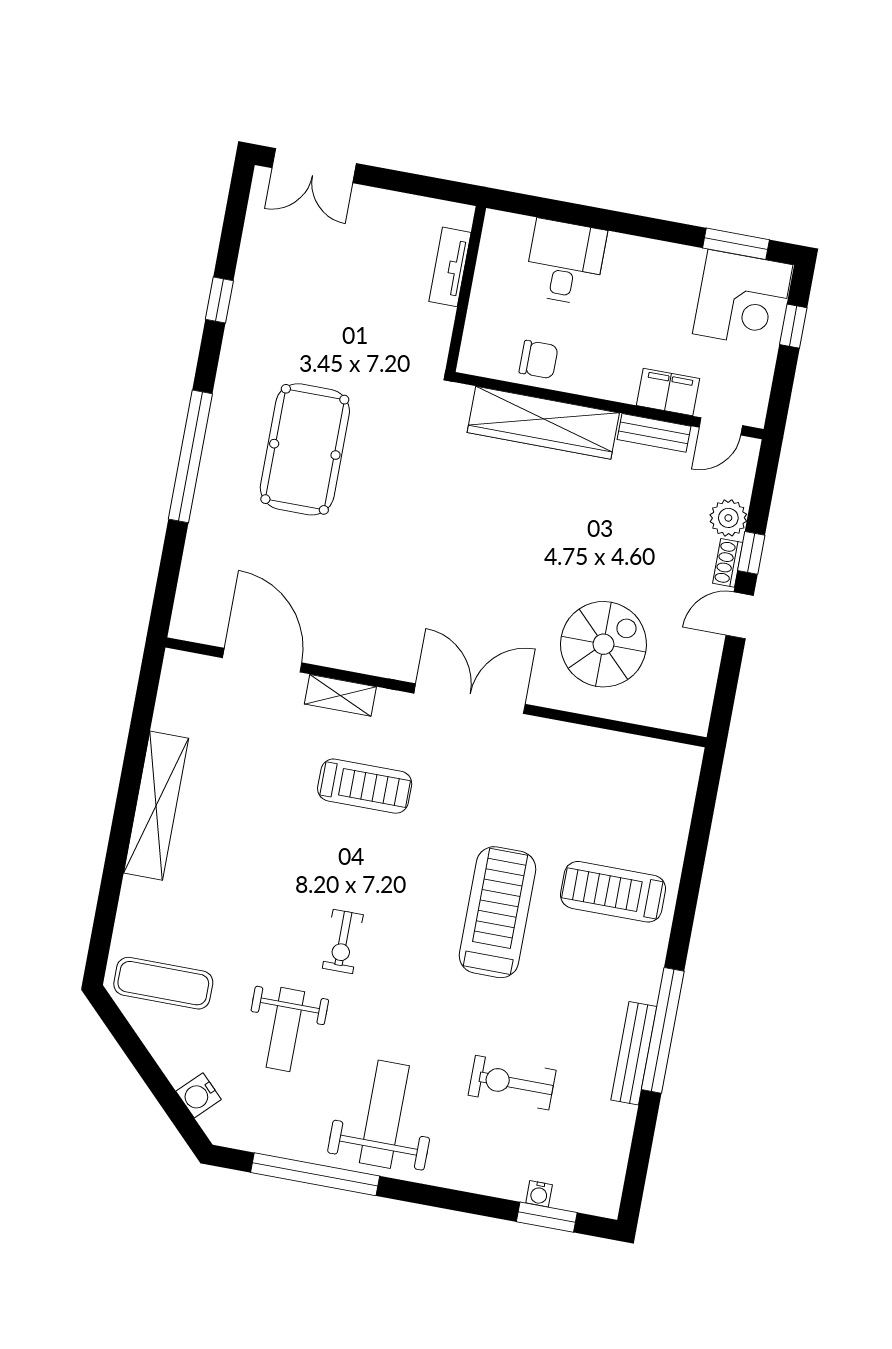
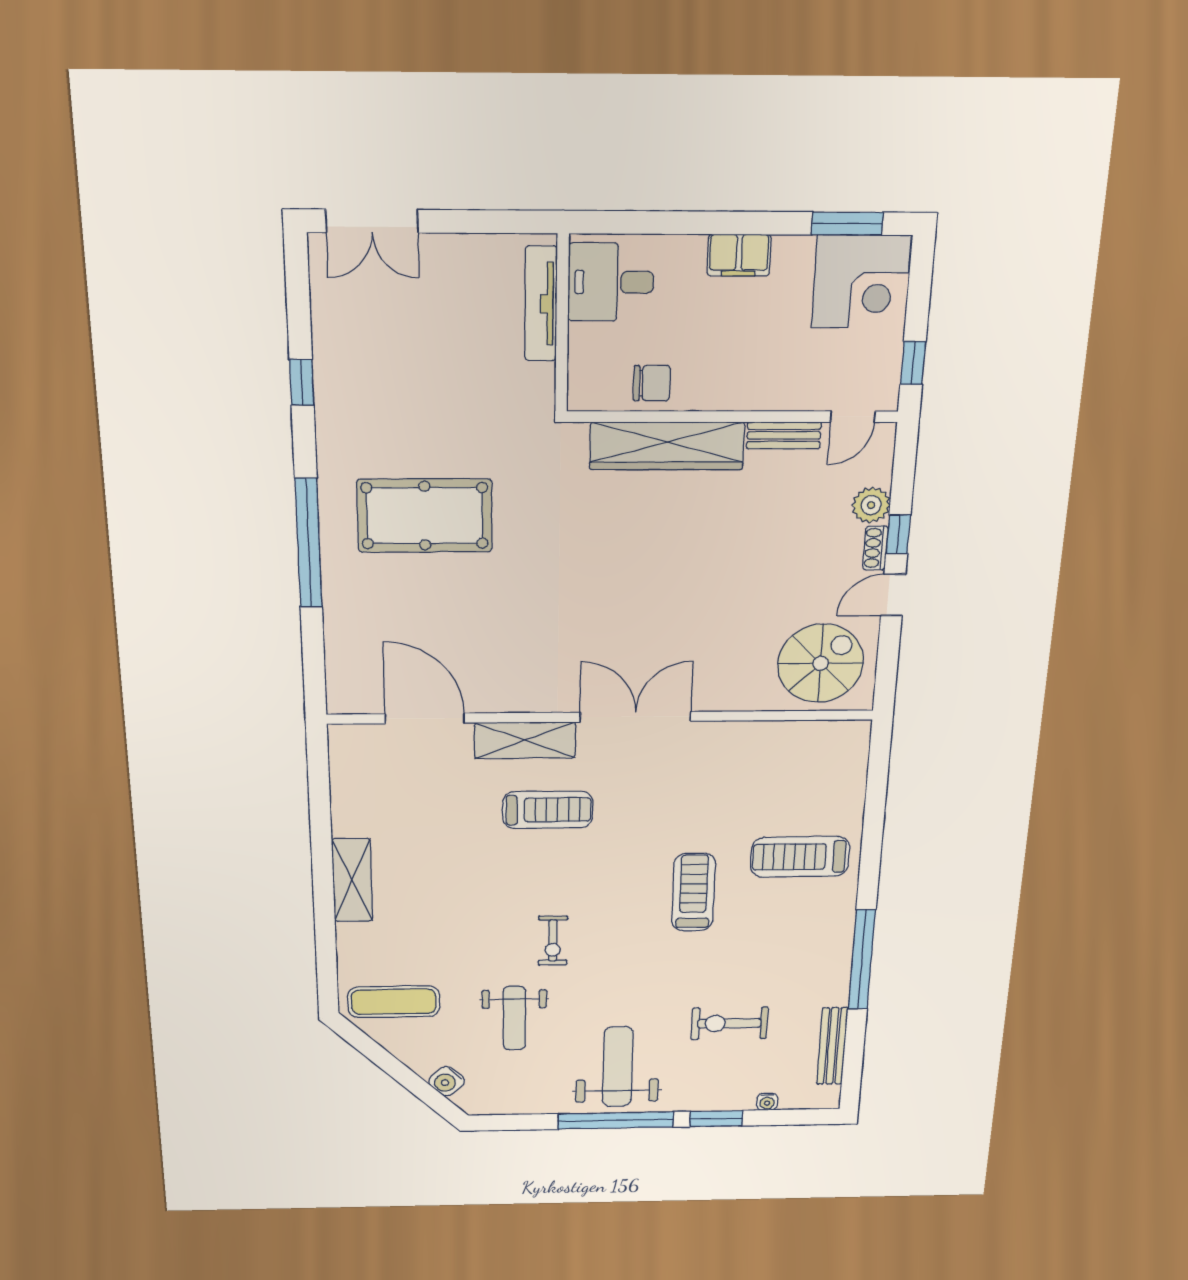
desk: (565, 262) -> (611, 282), moved, turned -90
tv unit: (450, 267) -> (541, 304), width x1.41
window: (793, 326) -> (913, 363), moved
filing cabinet: (668, 392) -> (739, 255), moved, turned 180
pool table: (305, 449) -> (425, 516), turned 90
spiral stairs: (603, 644) -> (821, 663), moved
shelving: (340, 695) -> (525, 740), width x1.50, depth x1.33
shelving: (156, 806) -> (352, 880), width x0.68
treadmill: (498, 912) -> (694, 892), width x0.73, depth x0.73
bench: (634, 1053) -> (832, 1046), moved
window: (315, 1174) -> (616, 1120), moved
window: (547, 1217) -> (716, 1119), moved

